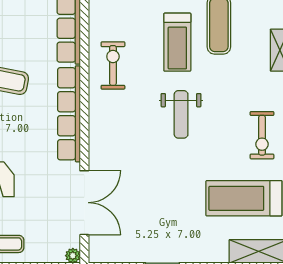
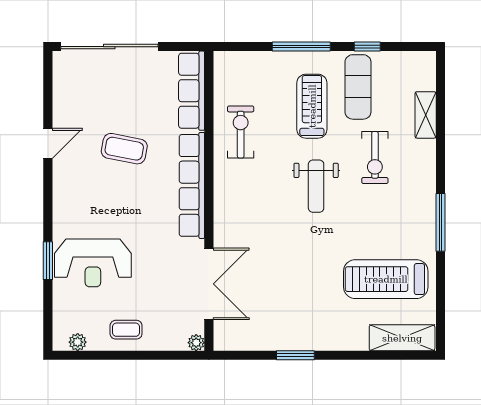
treadmill: (177, 42) -> (312, 106), turned 180
exercise bike: (262, 135) -> (375, 157), moved

